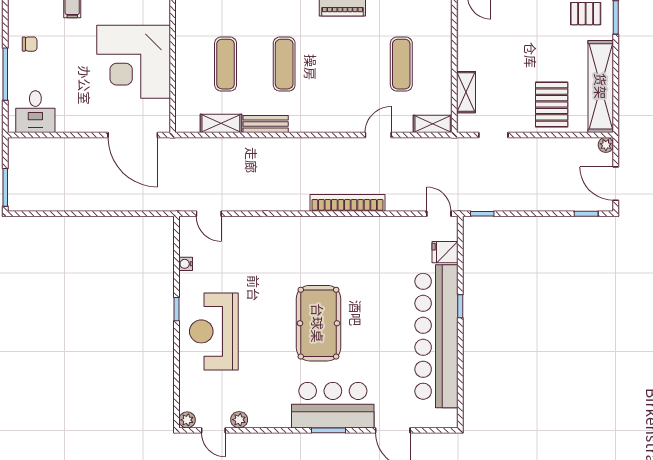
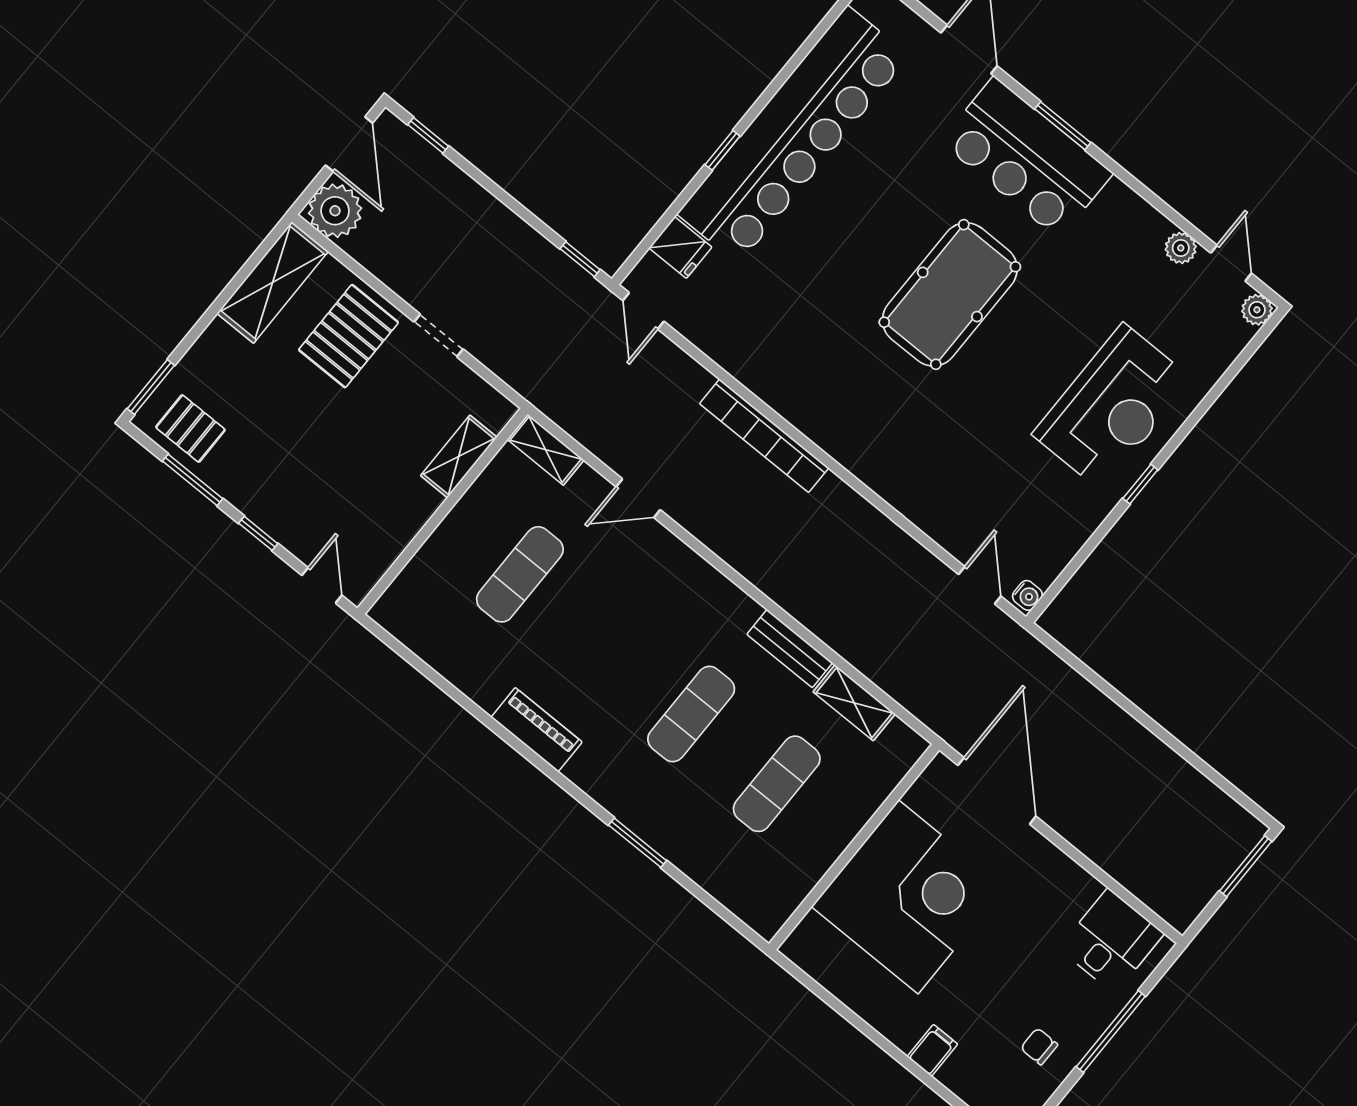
shelving: (601, 86) -> (273, 282), width x0.68
doorway: (493, 135) -> (439, 336), moved
plant: (606, 145) -> (335, 211), width x1.88, depth x1.88
water cooler: (186, 264) -> (1027, 595), moved

